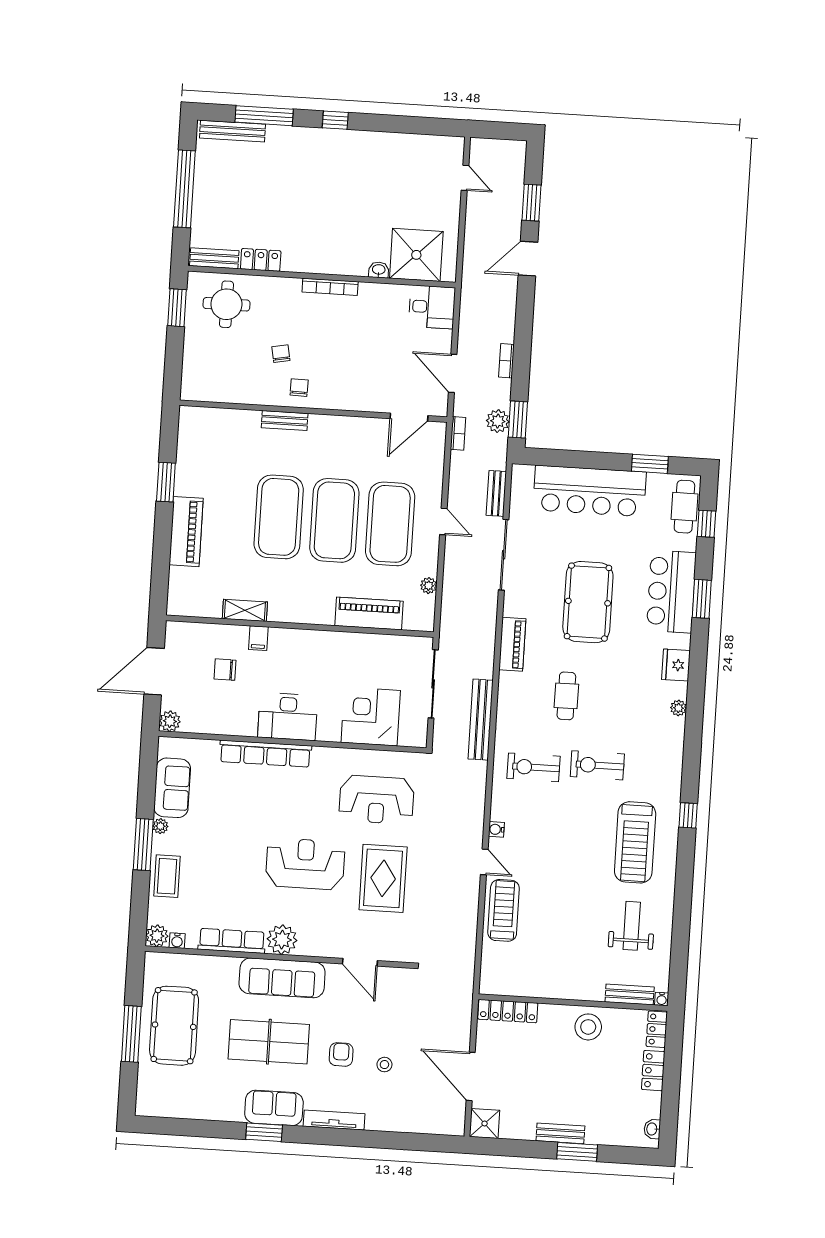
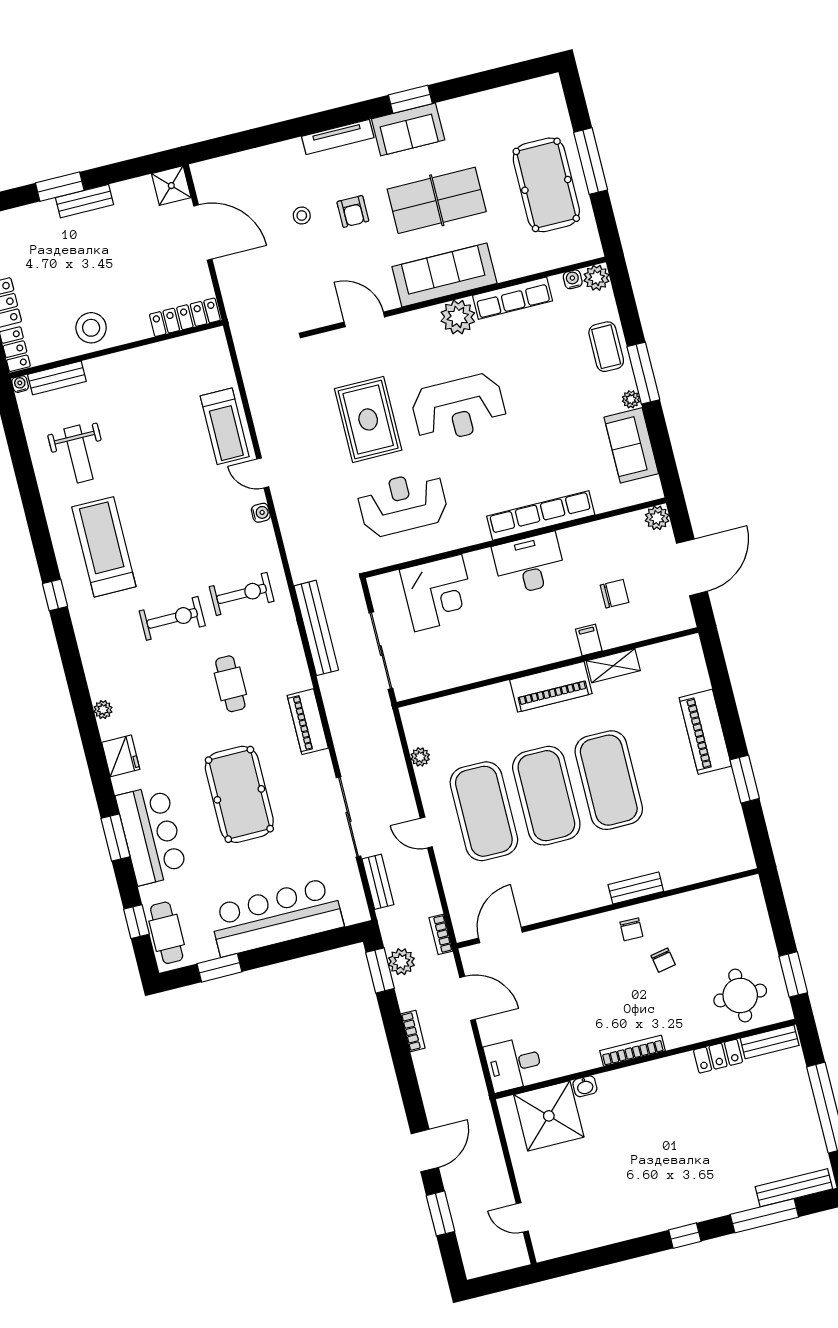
piano: (369, 614) -> (551, 687), moved

